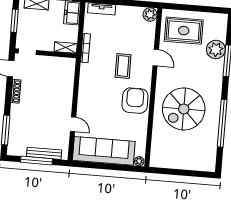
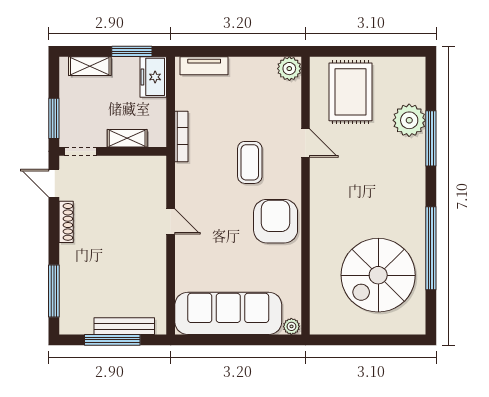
window: (15, 21) -> (54, 118), moved
rug: (184, 31) -> (351, 92), turned 90
shelving: (66, 47) -> (127, 138), moved
spiral stairs: (184, 109) -> (378, 275), moved
door: (73, 124) -> (171, 222), moved

